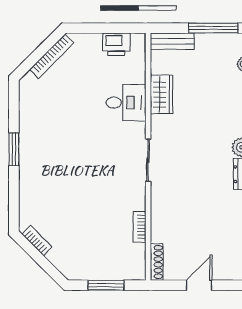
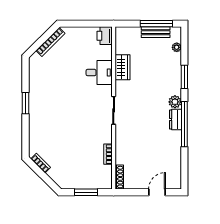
bench: (172, 41) -> (156, 32), moved
printer: (116, 44) -> (105, 36), moved, turned 90
door: (199, 285) -> (157, 192), moved

